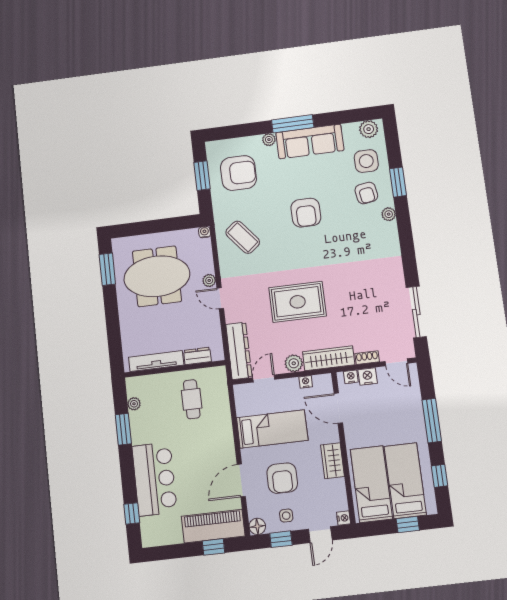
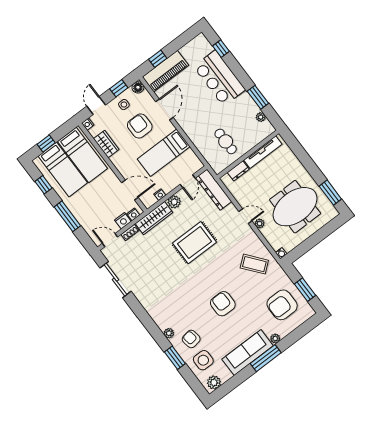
wardrobe: (333, 461) -> (106, 144), moved

